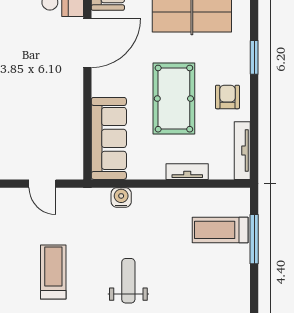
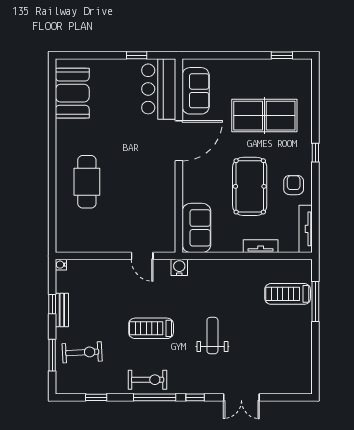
window: (254, 57) -> (315, 153), width x0.67
sofa: (109, 138) -> (196, 228), width x0.73
water cooler: (121, 197) -> (179, 267), moved
treadmill: (53, 272) -> (151, 328), turned -90

